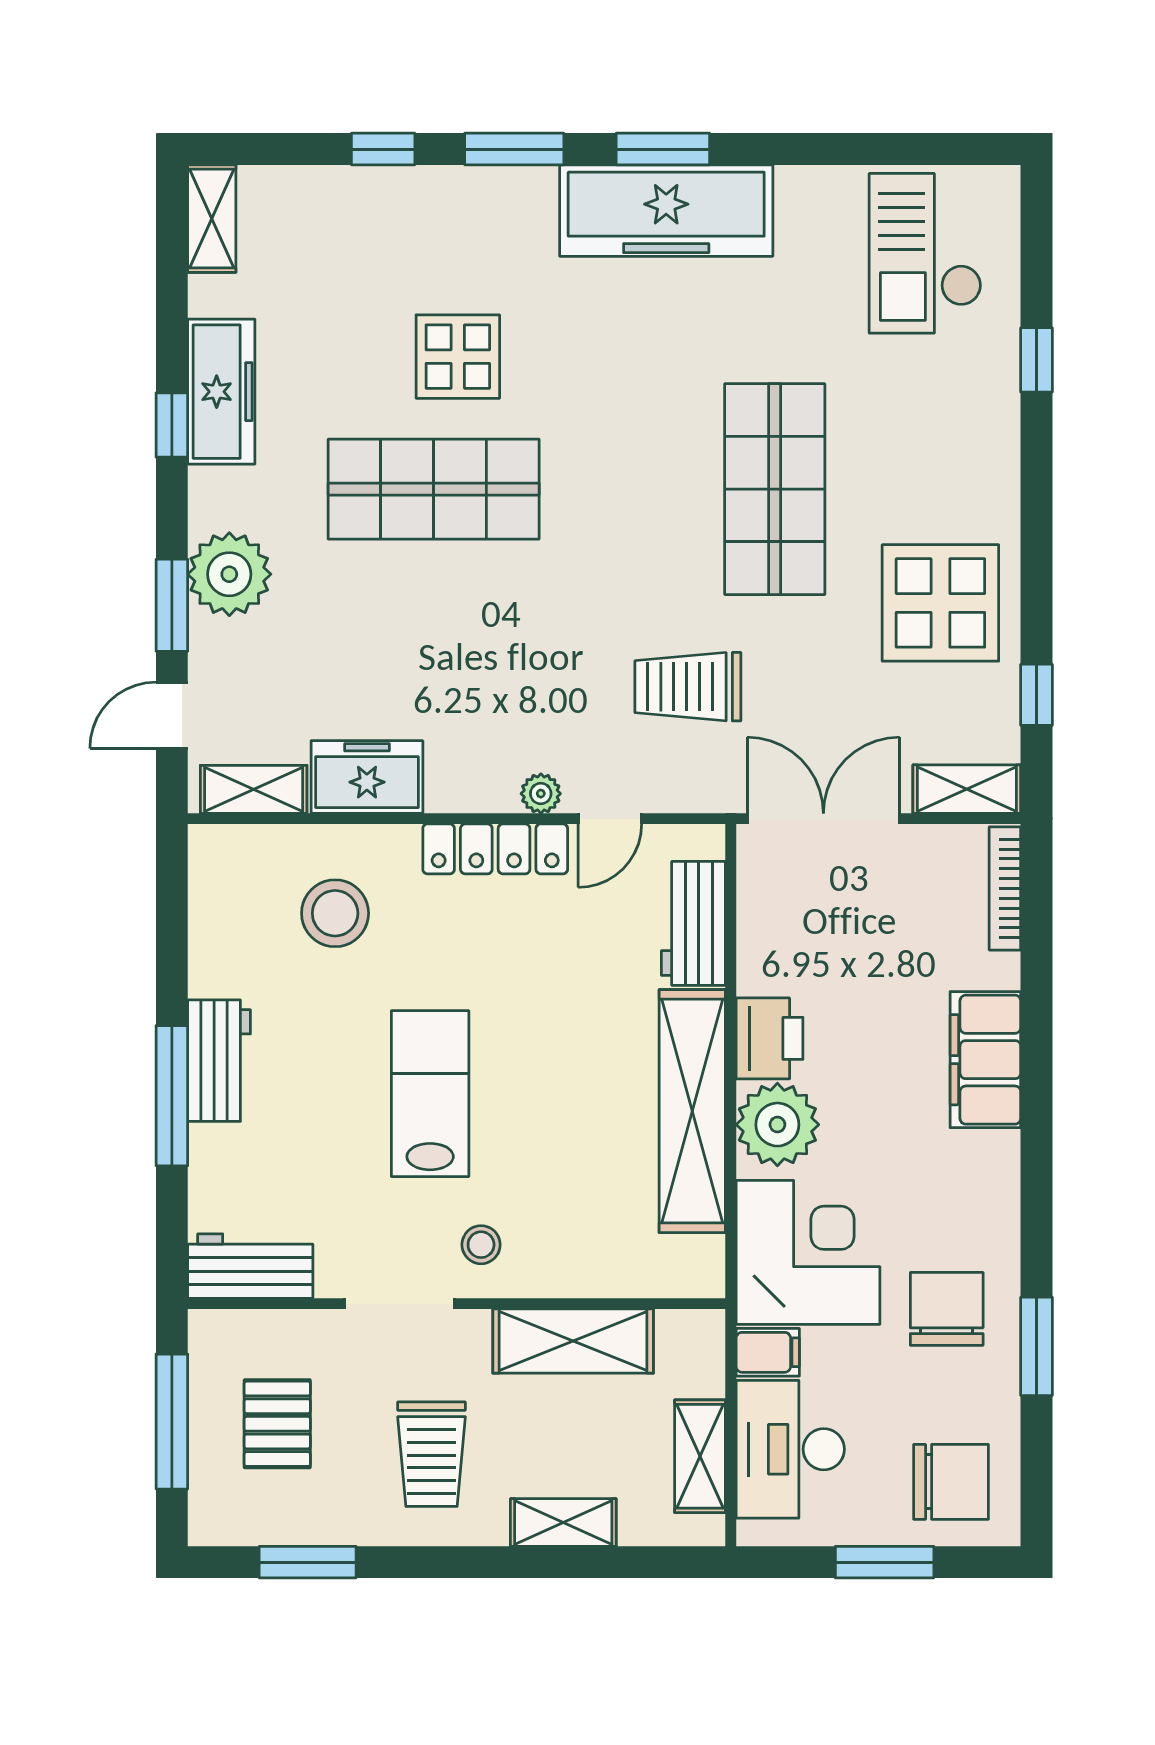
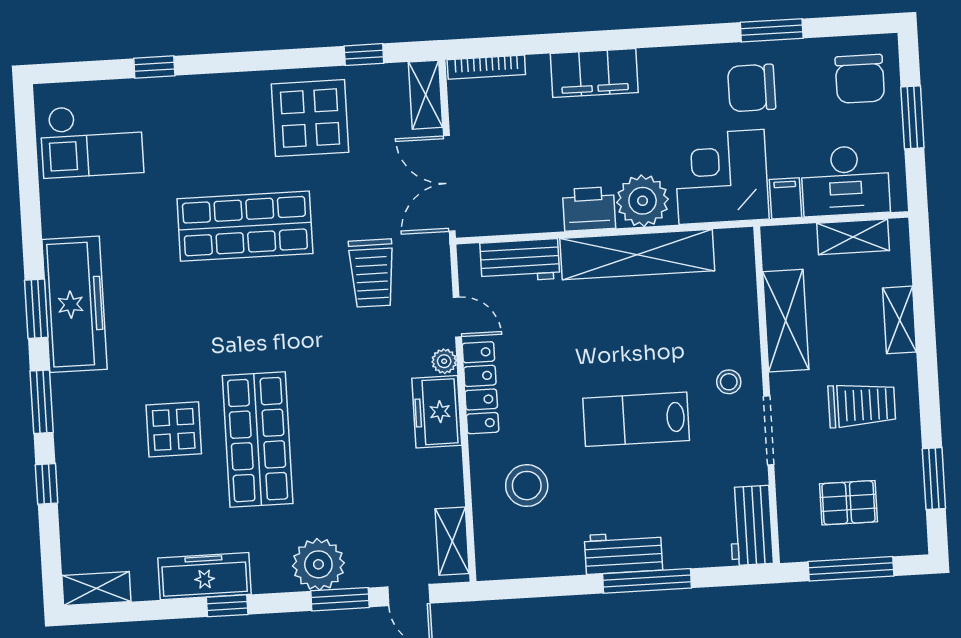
freezer: (367, 777) -> (437, 412), moved
chair: (951, 1482) -> (860, 79), turned 180

